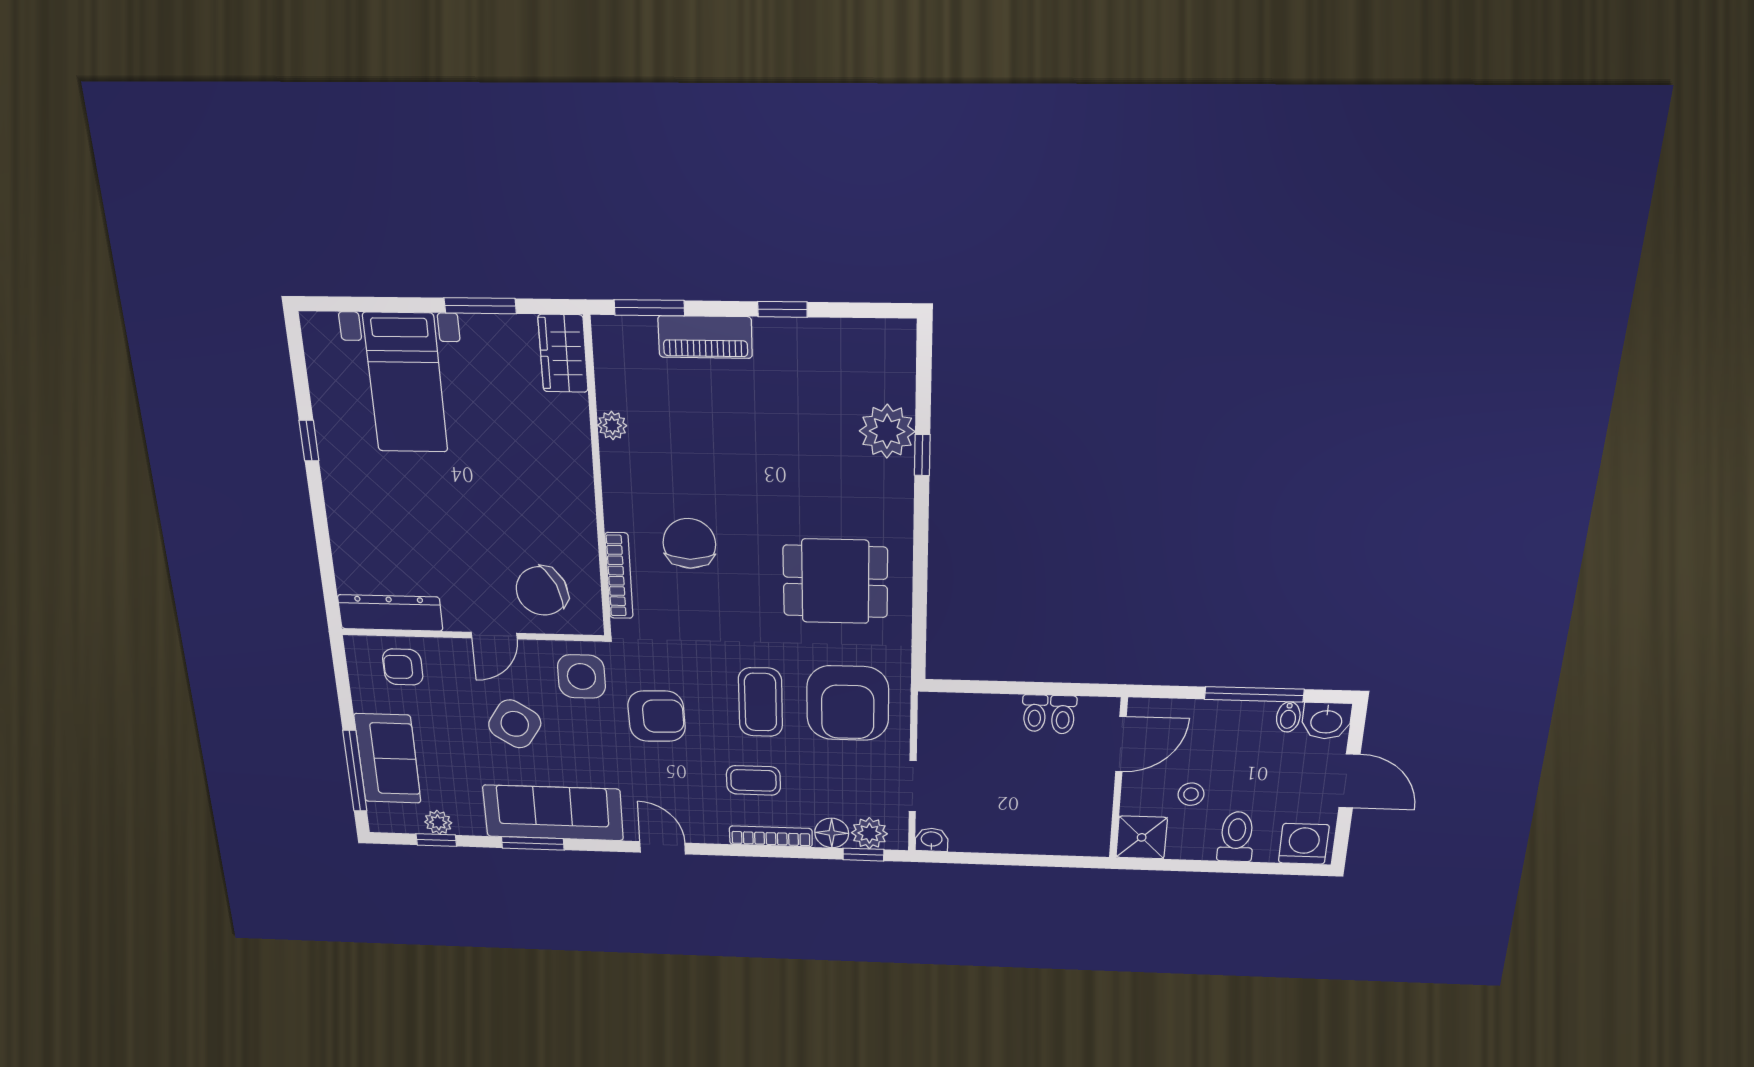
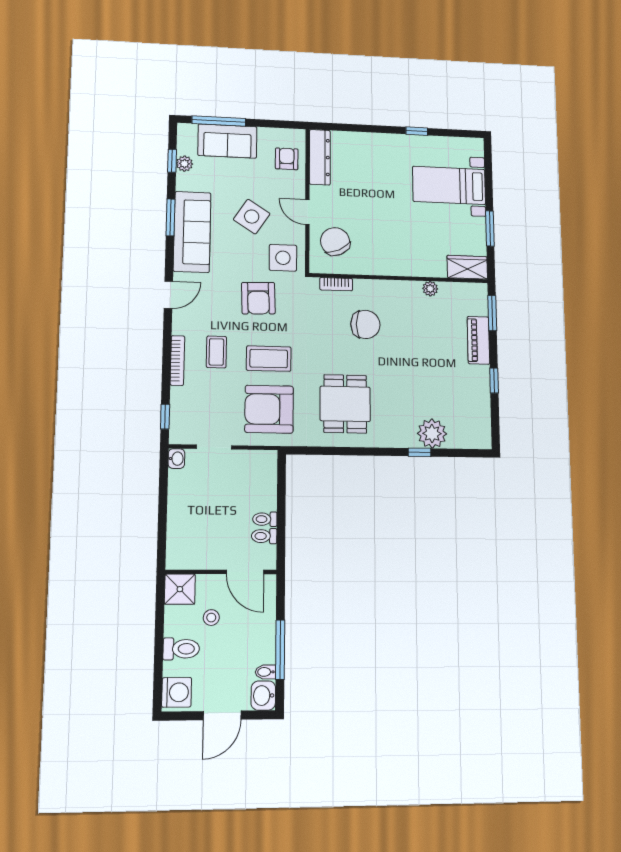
bookcase: (619, 576) -> (336, 284), width x0.64
floor lamp: (832, 833) -> (180, 398), removed
plant: (869, 833) -> (181, 421), removed

